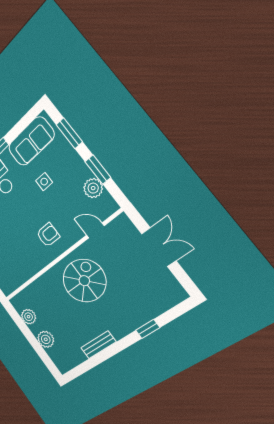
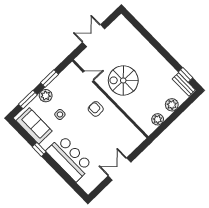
plant: (93, 188) -> (46, 96), moved
door: (95, 230) -> (88, 76), swing flipped
window: (148, 329) -> (186, 75), moved
bench: (98, 345) -> (184, 84), moved

